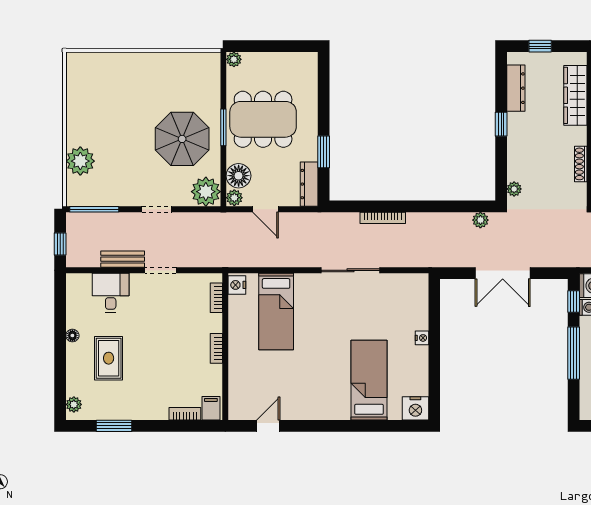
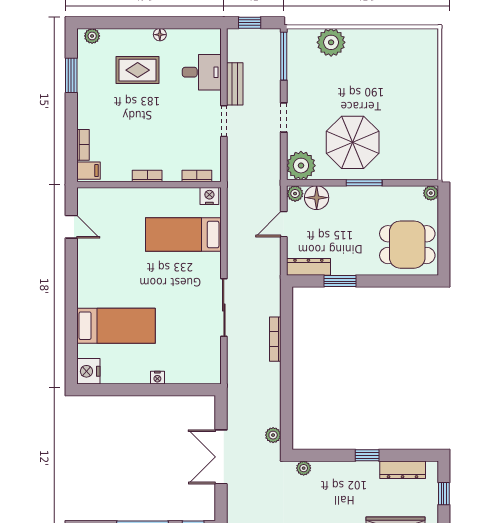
dining table: (263, 119) -> (407, 245), moved, width x0.73

